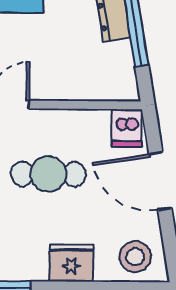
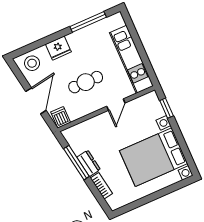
door: (160, 181) -> (36, 101), hinge flipped

